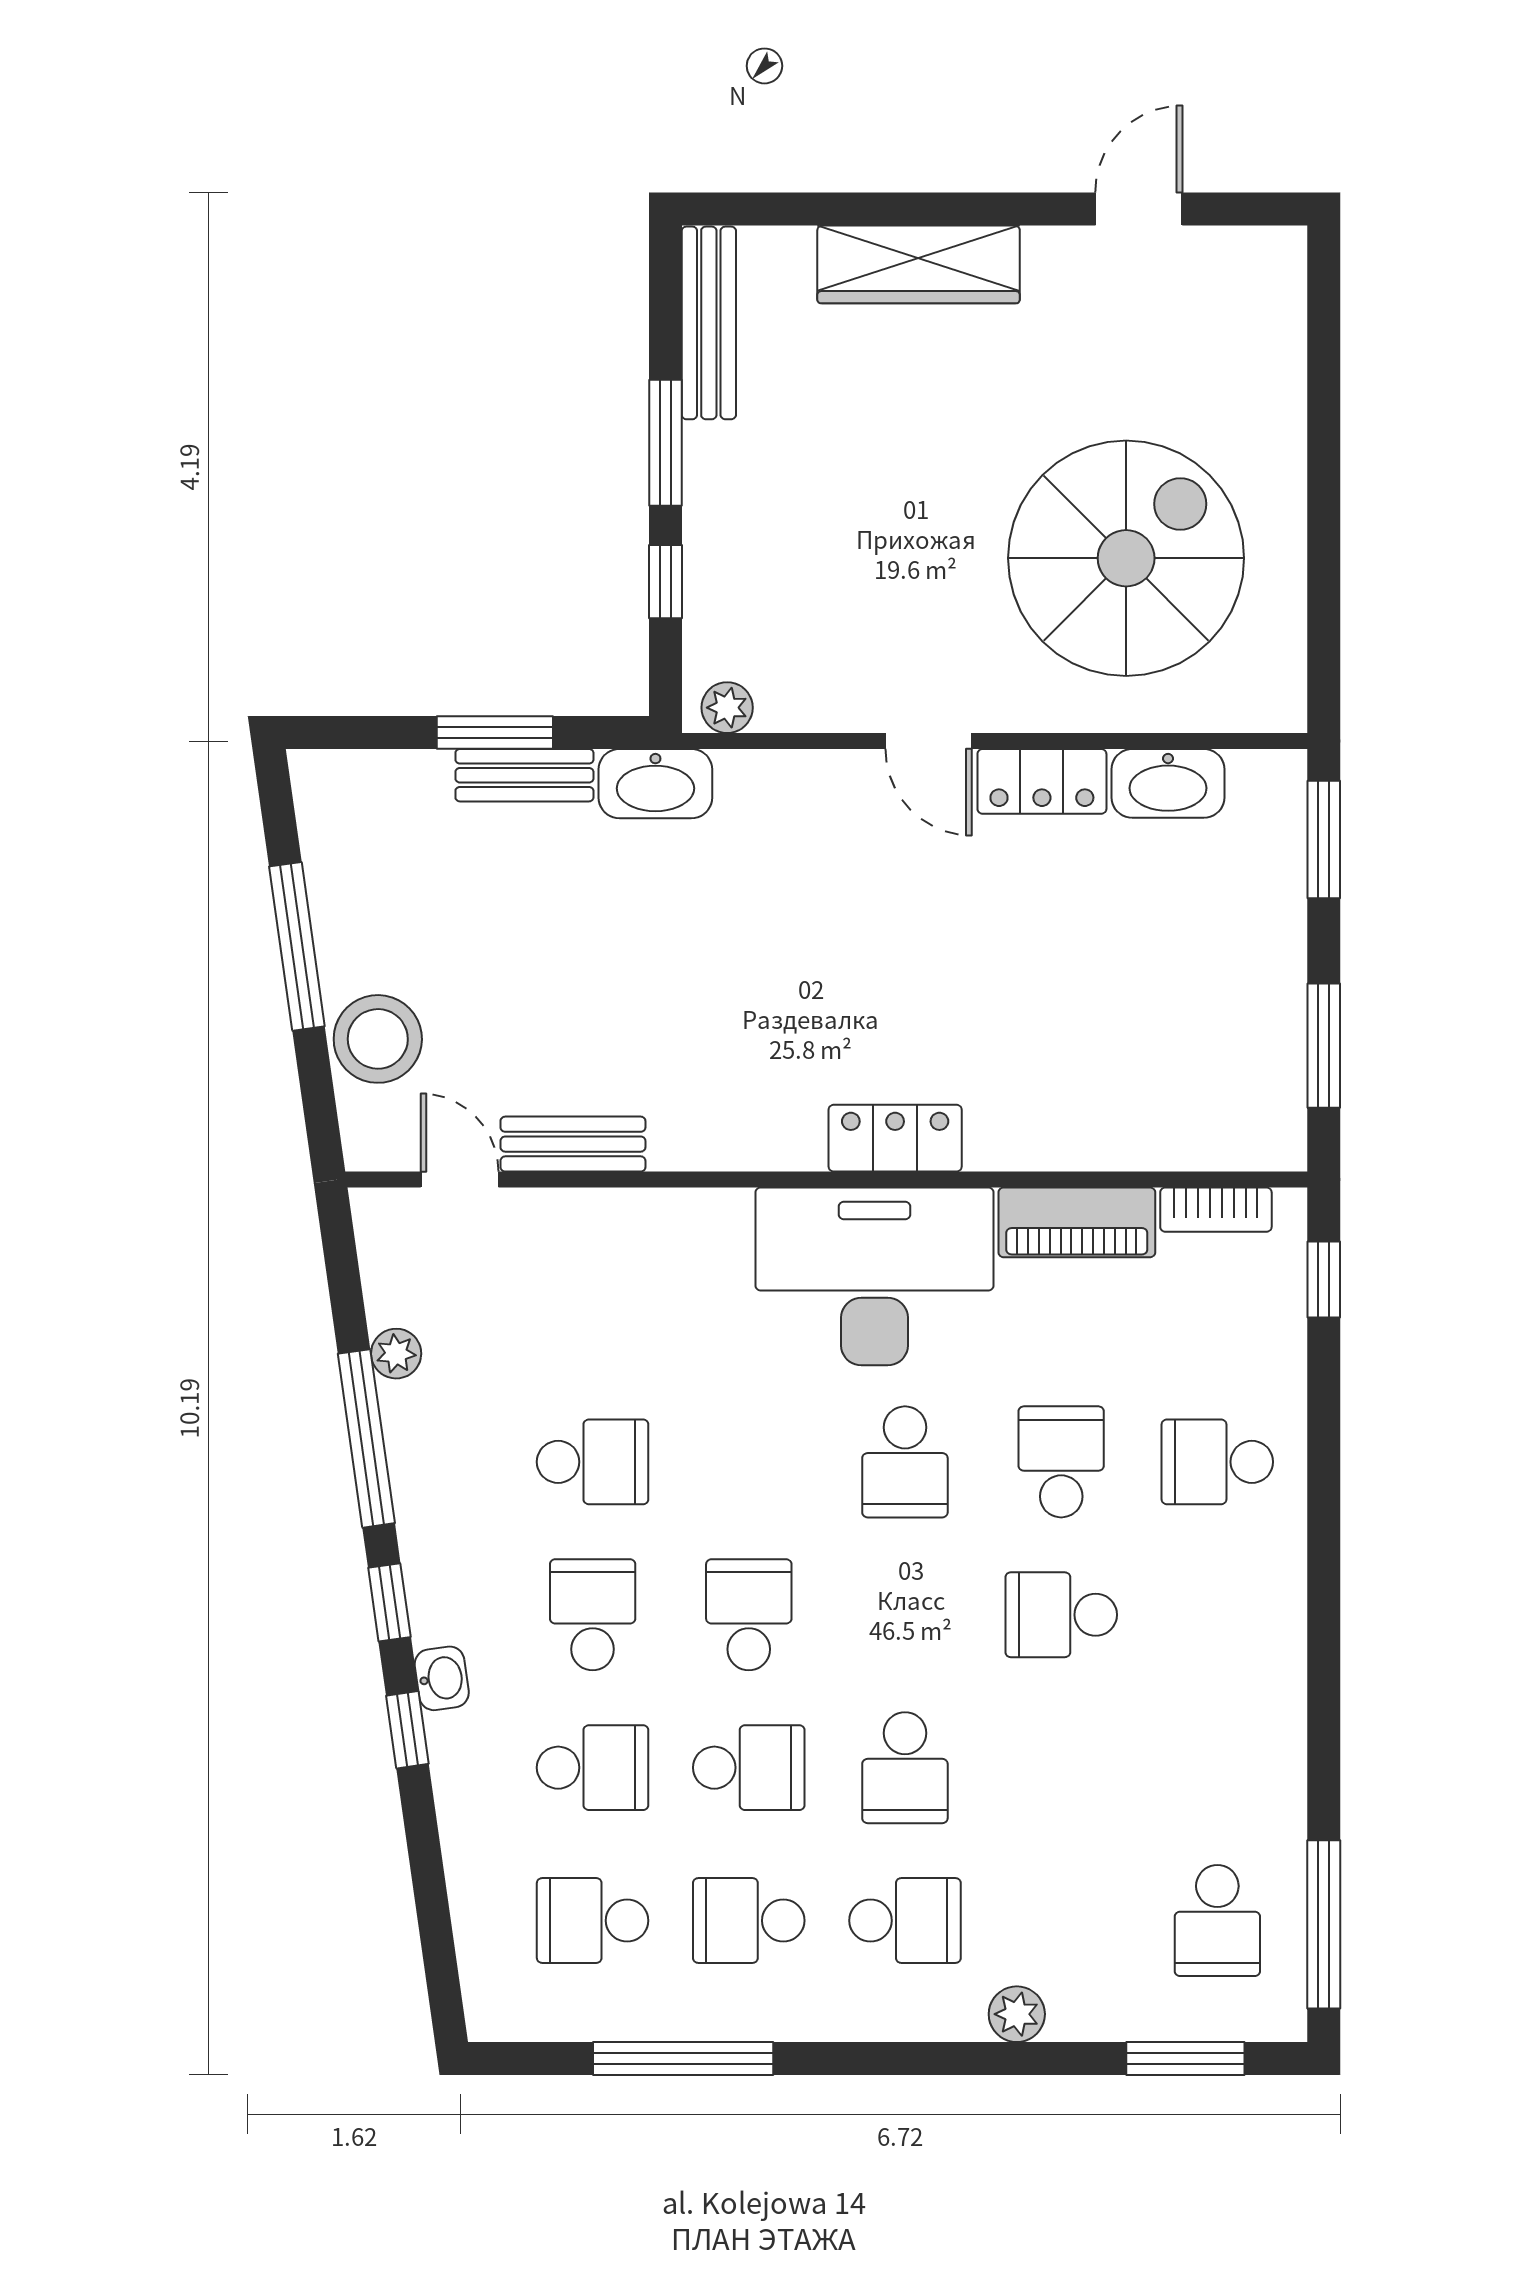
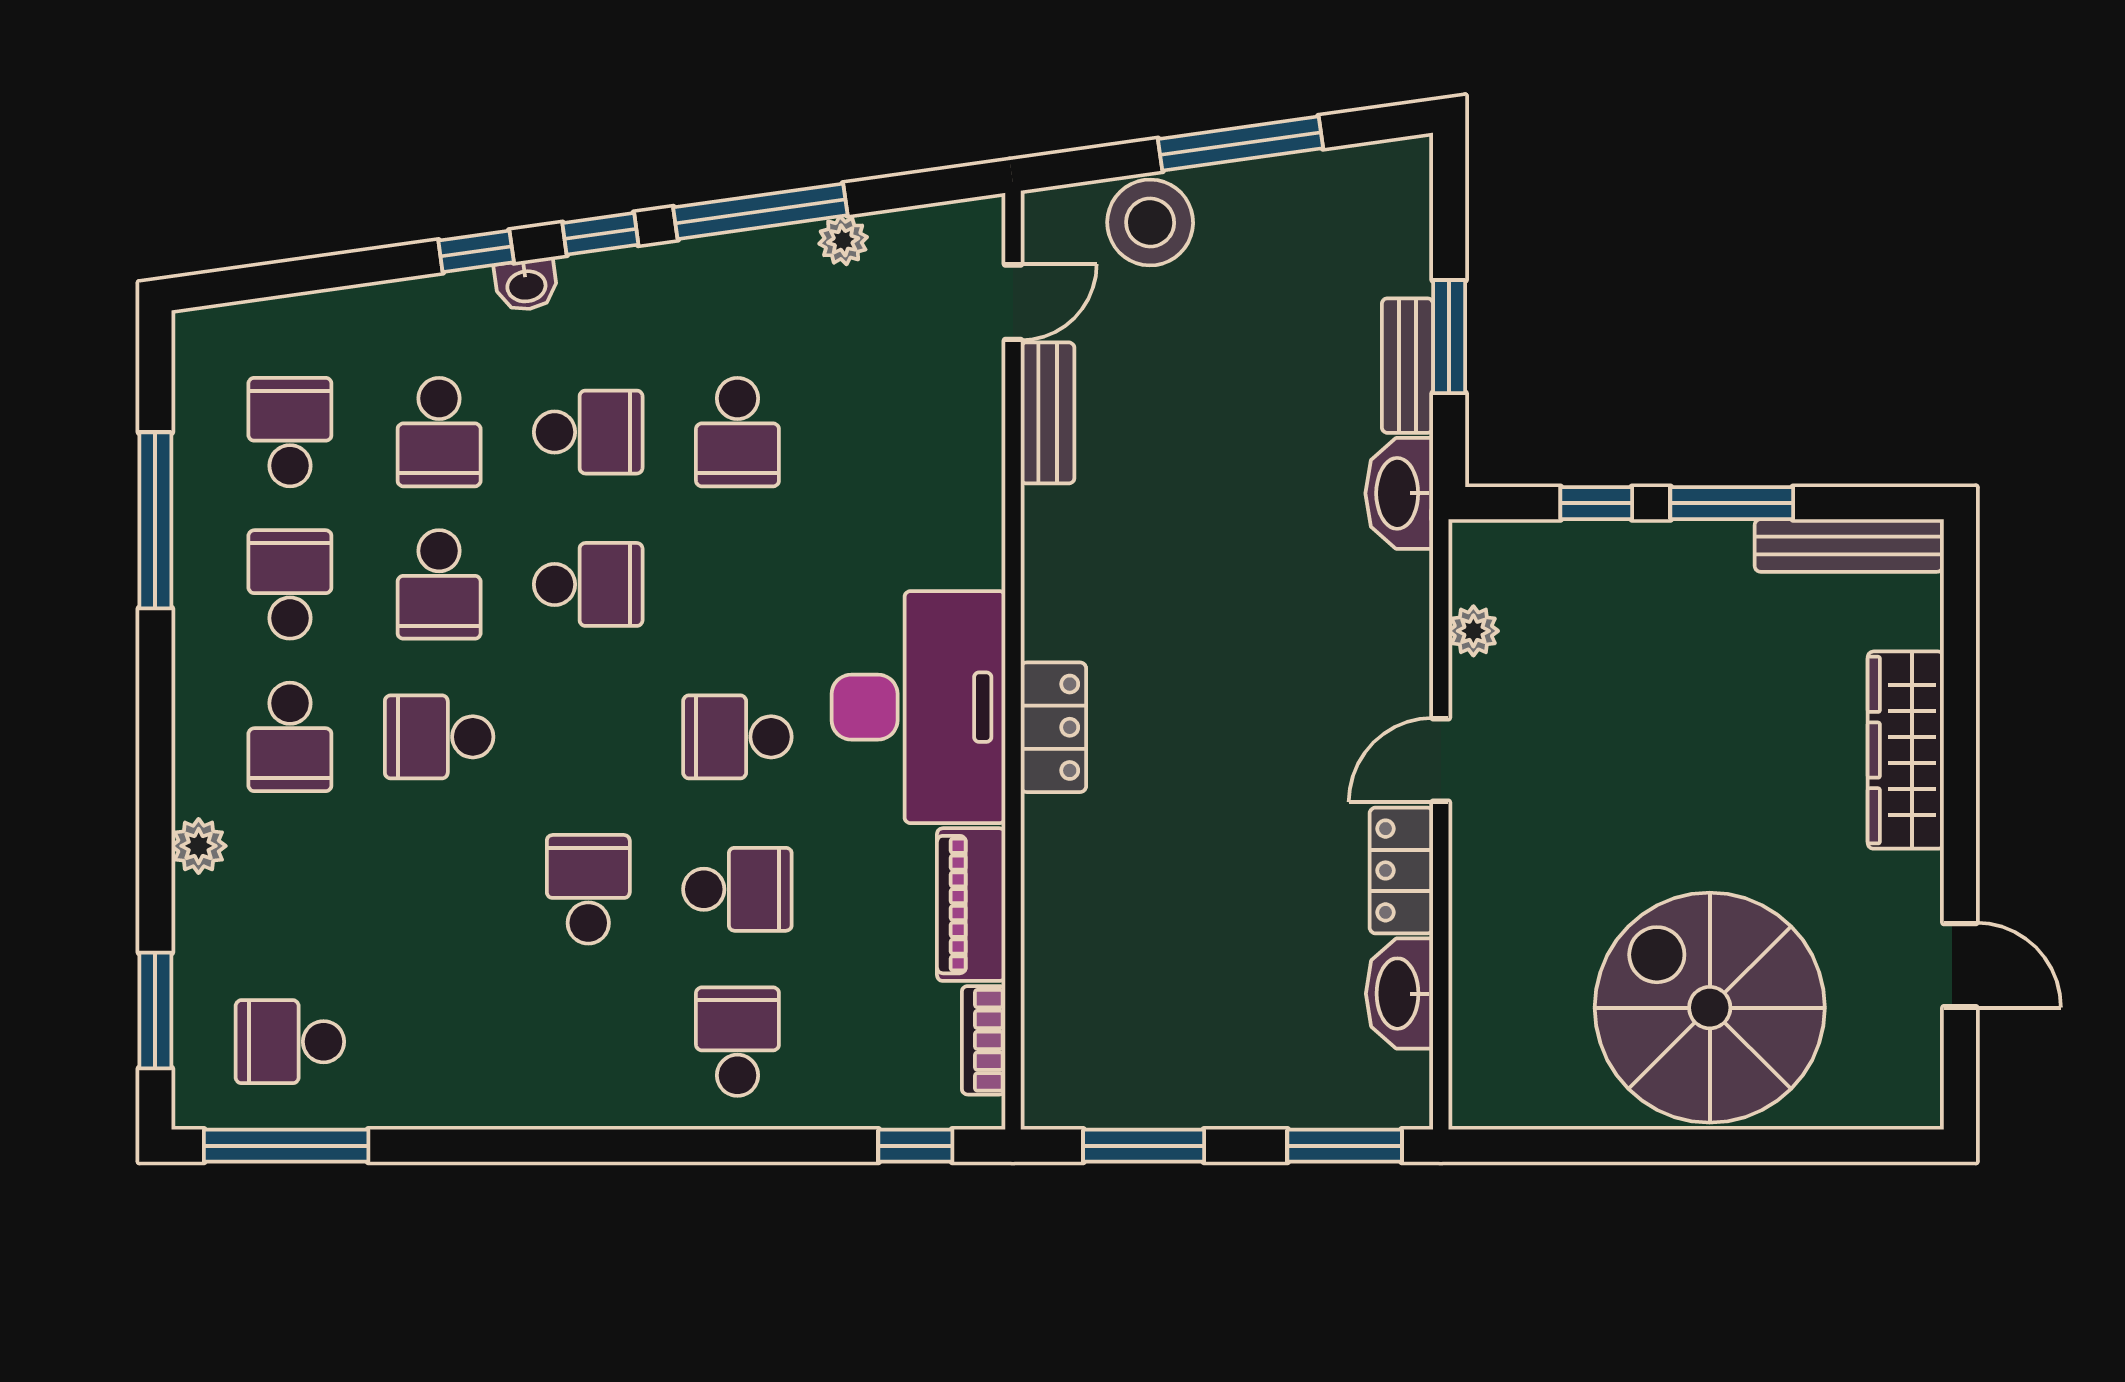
spiral stairs: (1126, 558) -> (1710, 1008), moved, turned 180
plant: (727, 708) -> (1473, 631), moved

